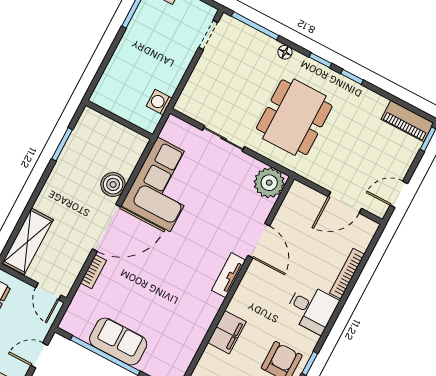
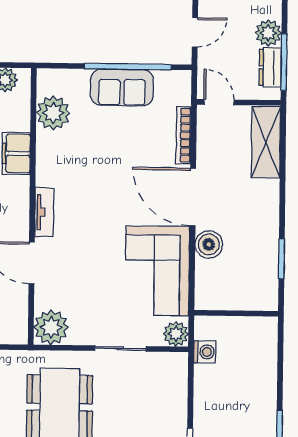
plant: (174, 128) -> (176, 334), added
door: (106, 228) -> (193, 197), hinge flipped
bookcase: (93, 272) -> (184, 135), width x1.56
plant: (182, 349) -> (53, 113), added

